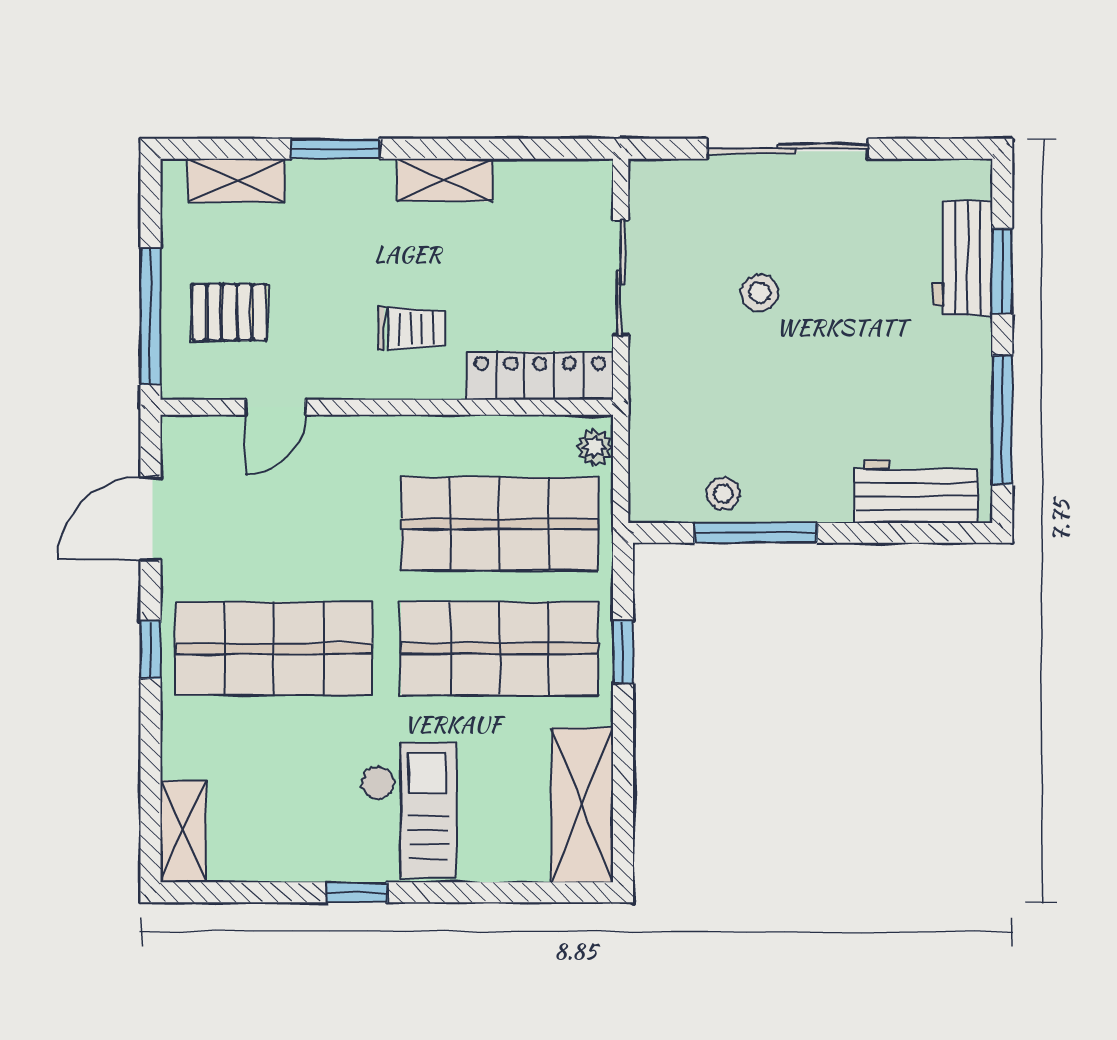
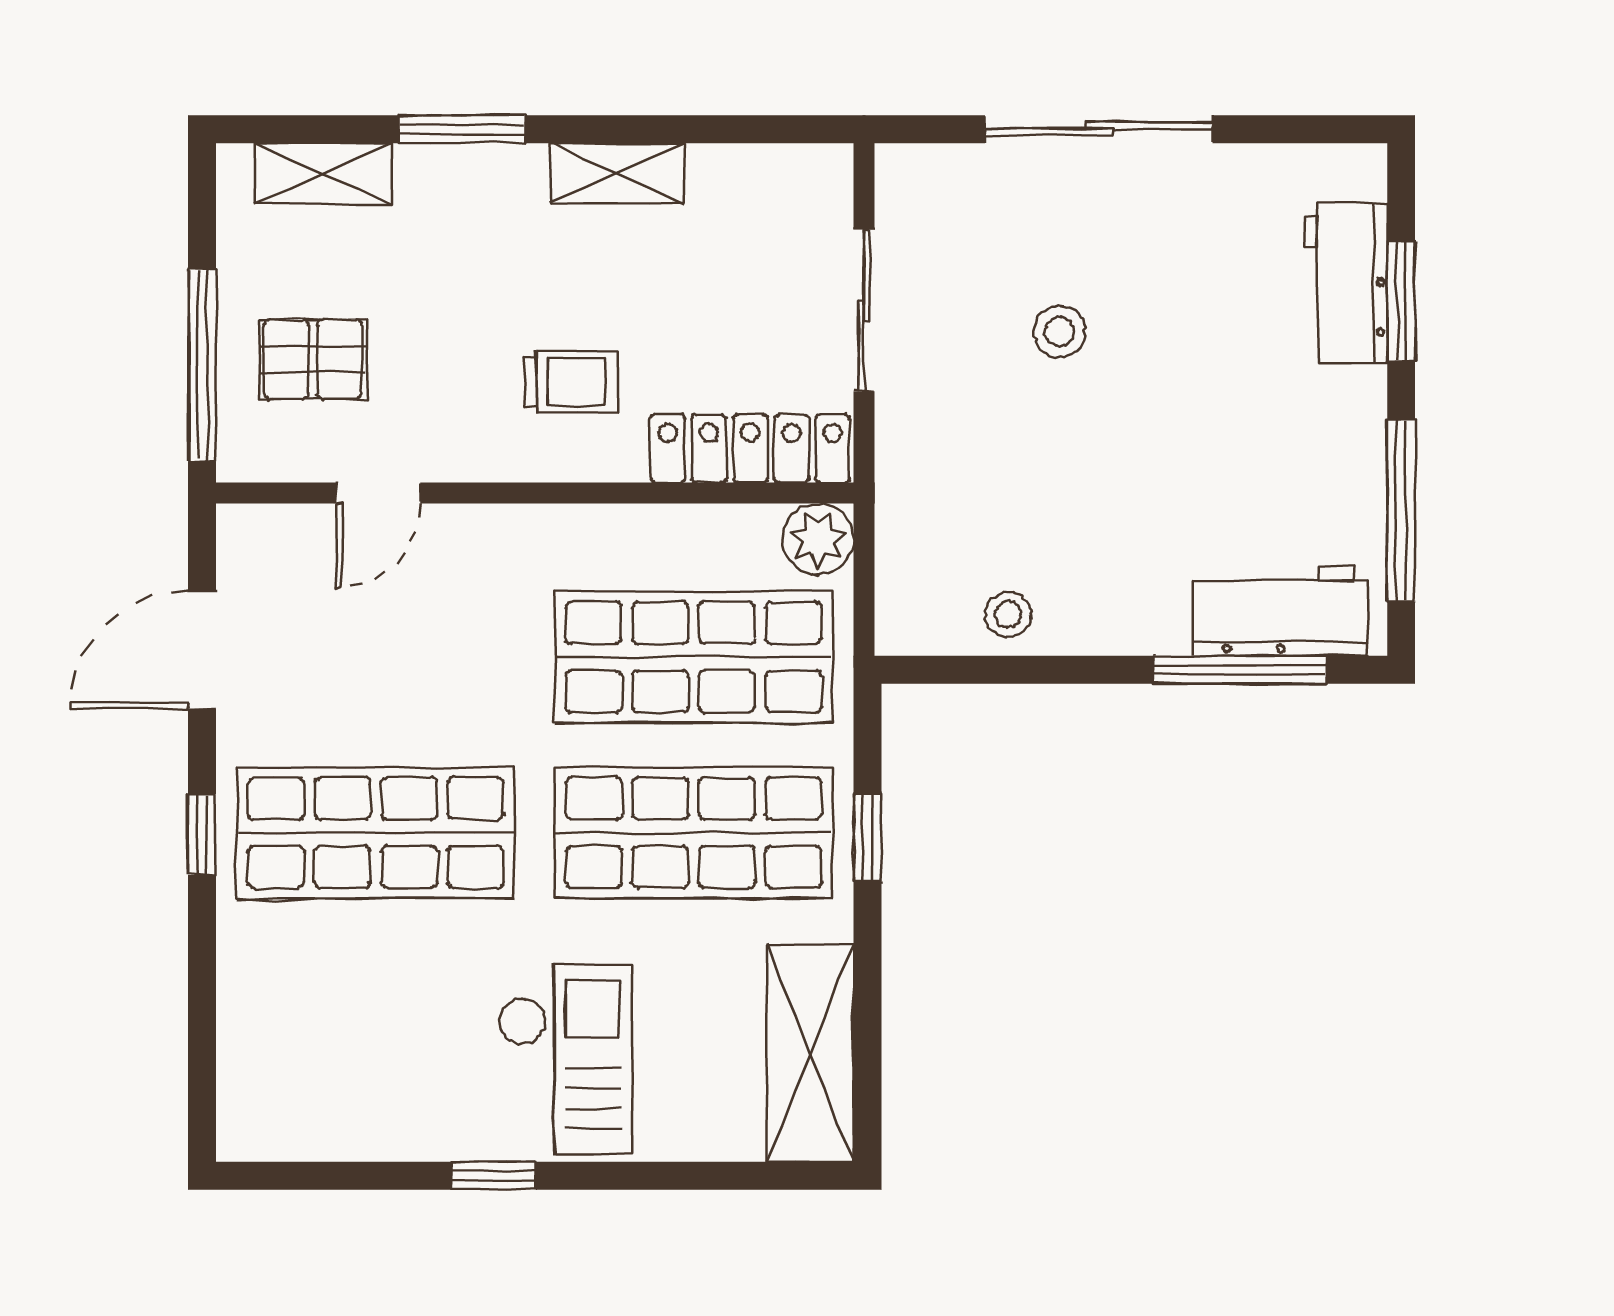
plant: (595, 447) -> (818, 539), width x1.38, depth x1.38
window: (756, 533) -> (1240, 670), moved
shelving: (183, 831) -> (248, 1090), removed

